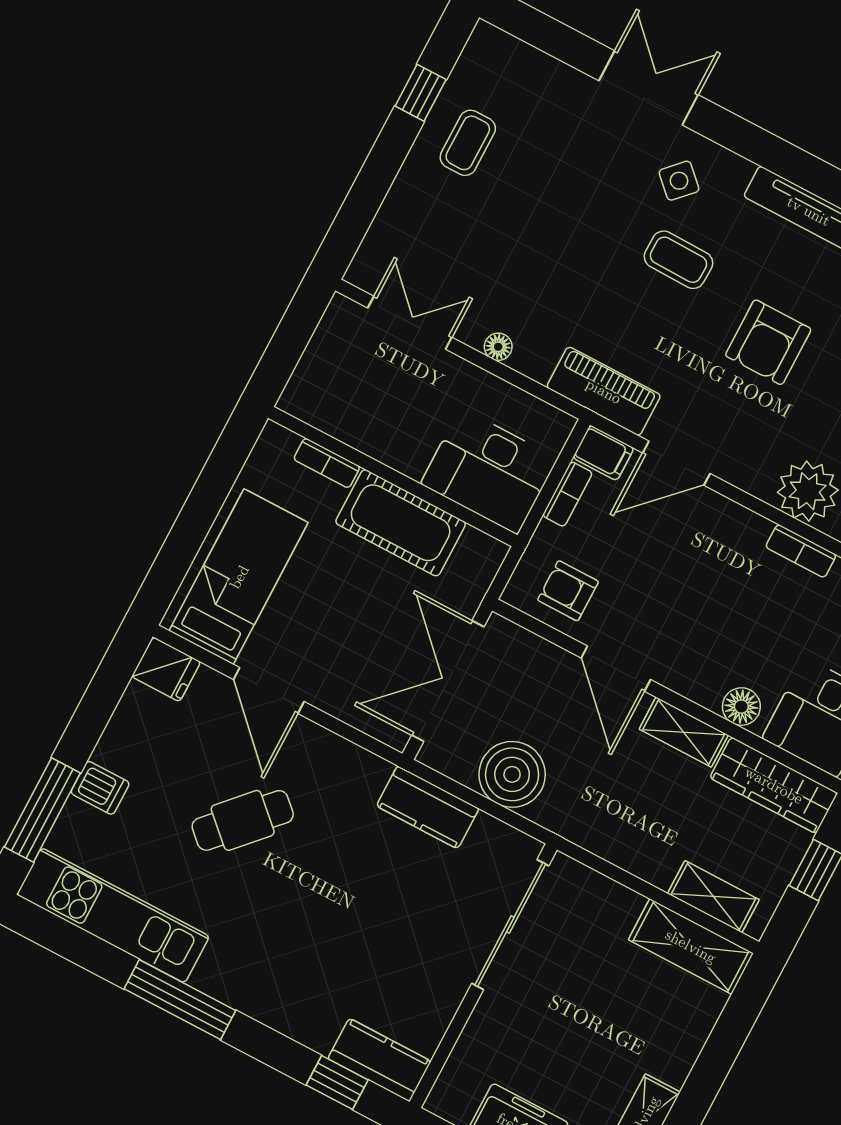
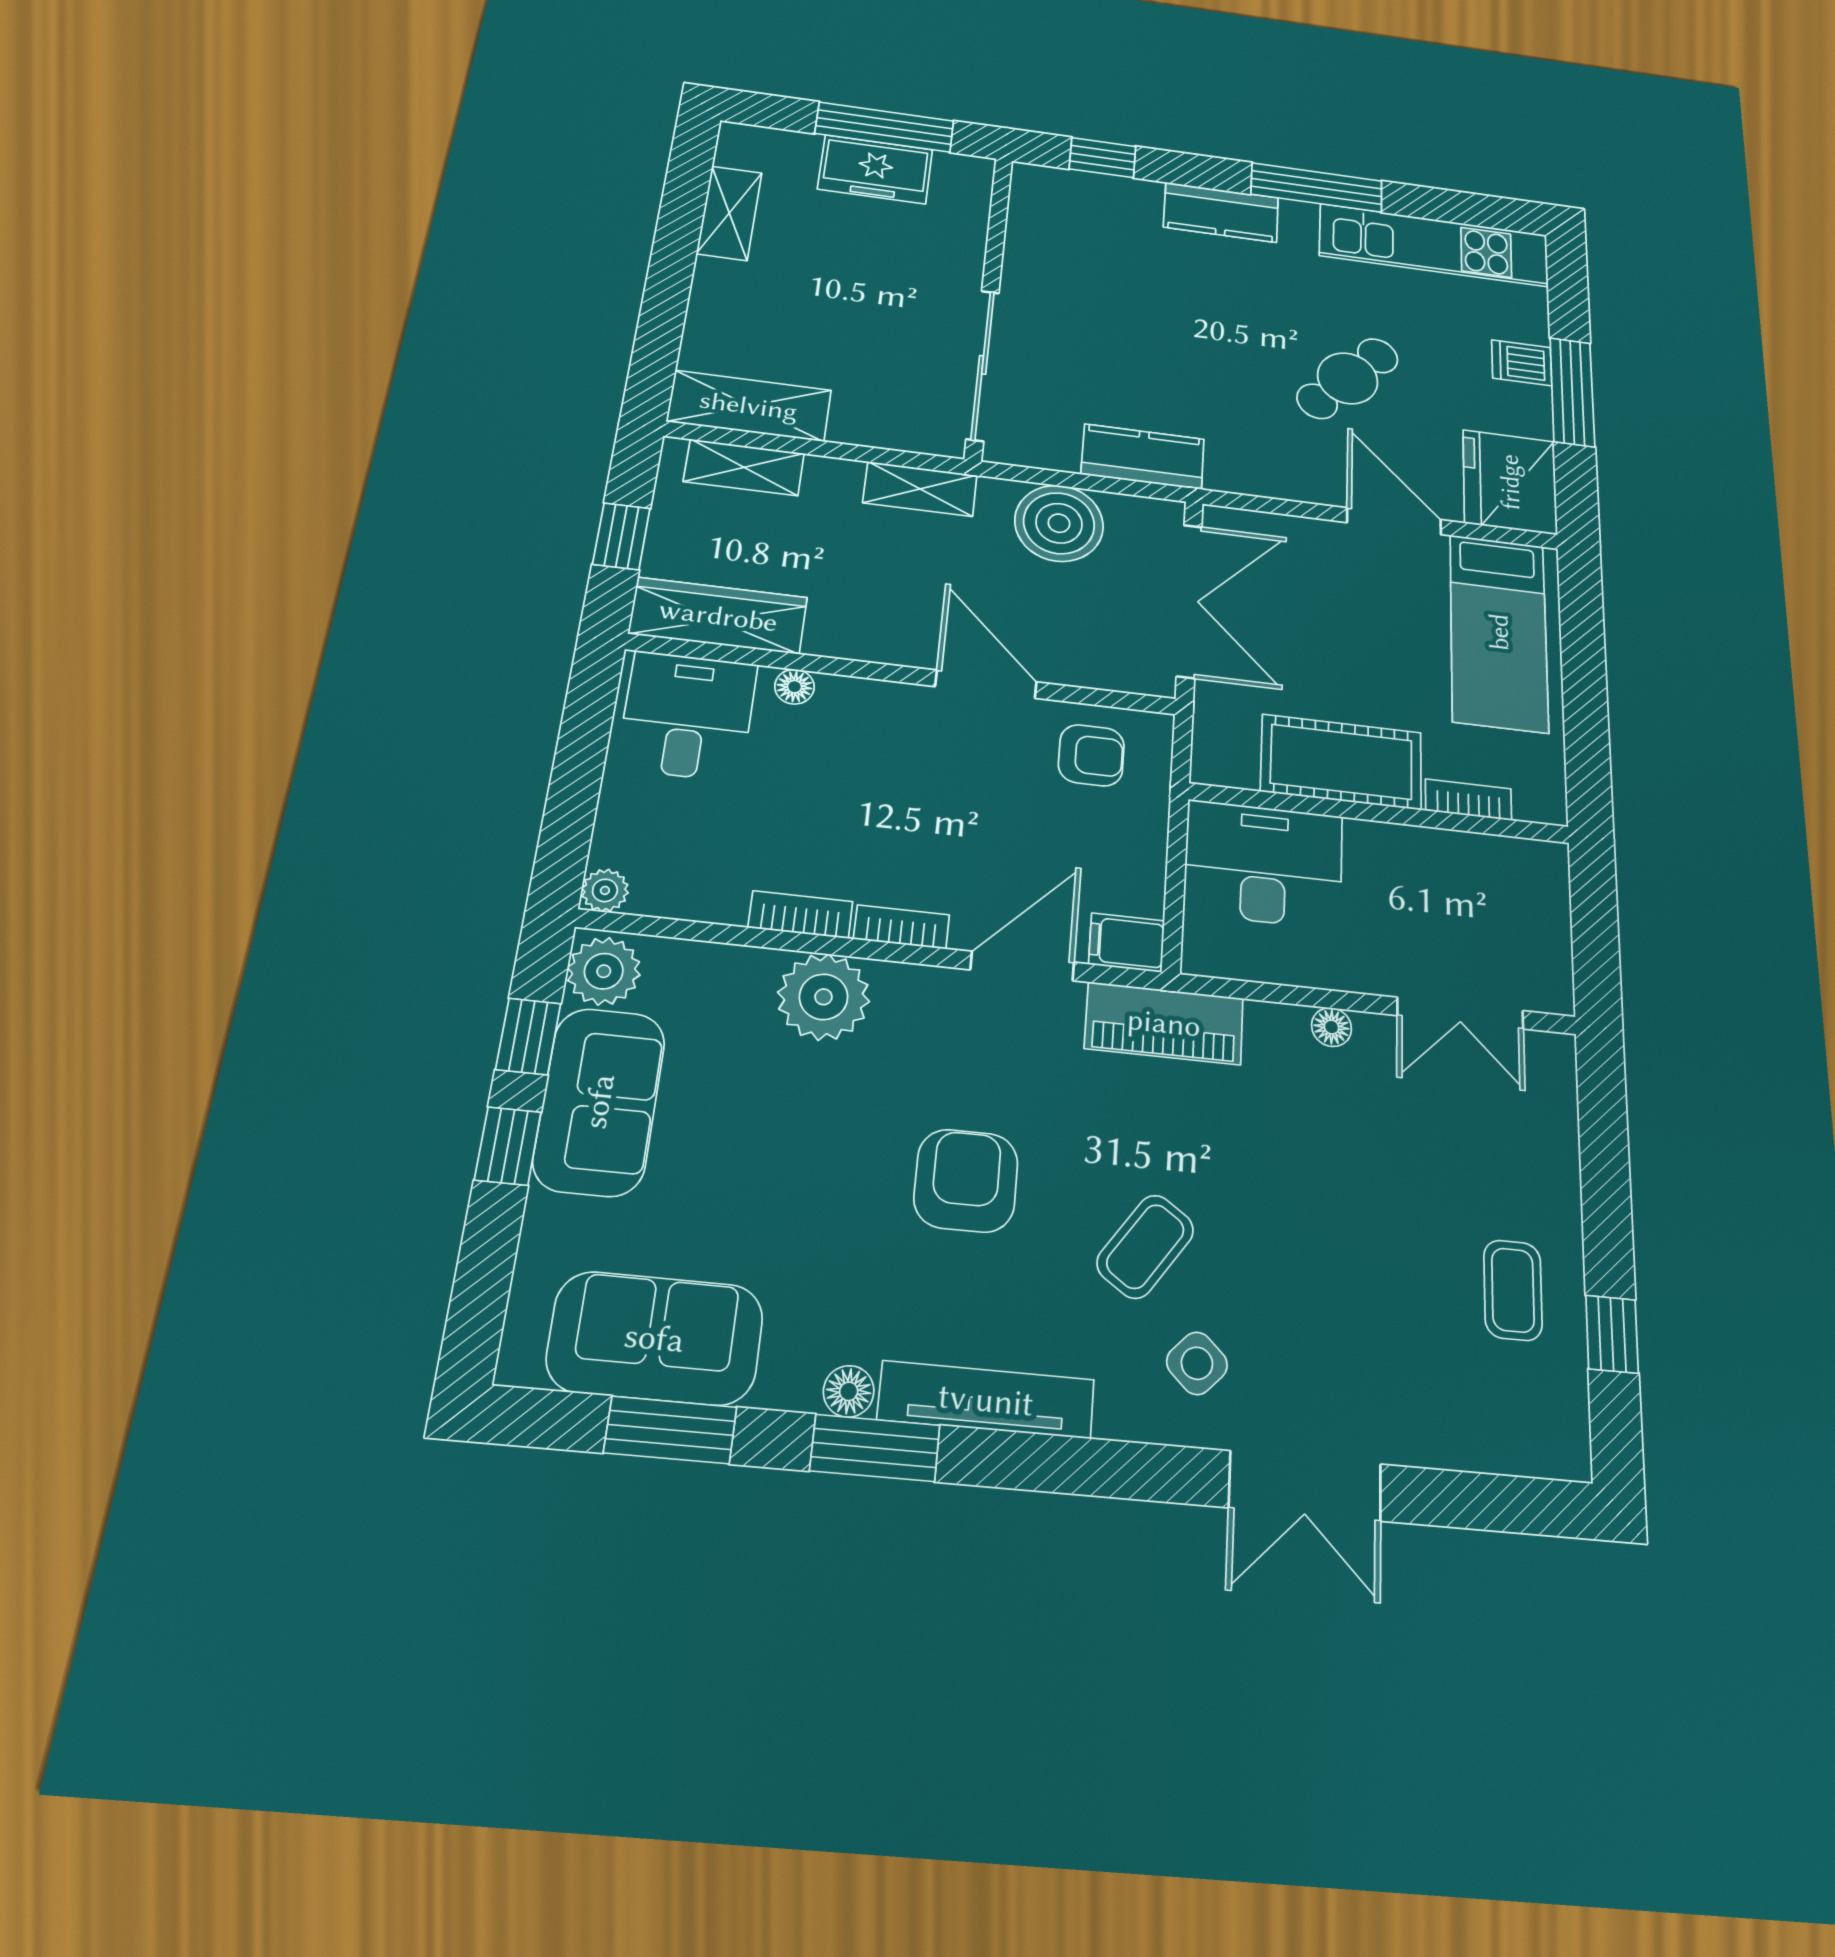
coffee table: (678, 260) -> (1145, 1247), turned -56
bookcase: (567, 494) -> (901, 927), moved, turned 90
fridge: (166, 669) -> (1510, 482), width x1.88, depth x1.34
floor lamp: (741, 707) -> (794, 687), width x0.73, depth x0.73
shelving: (684, 732) -> (920, 489), moved
window: (42, 810) -> (1572, 392), moved
kitchen counter: (379, 1060) -> (1221, 212), moved

